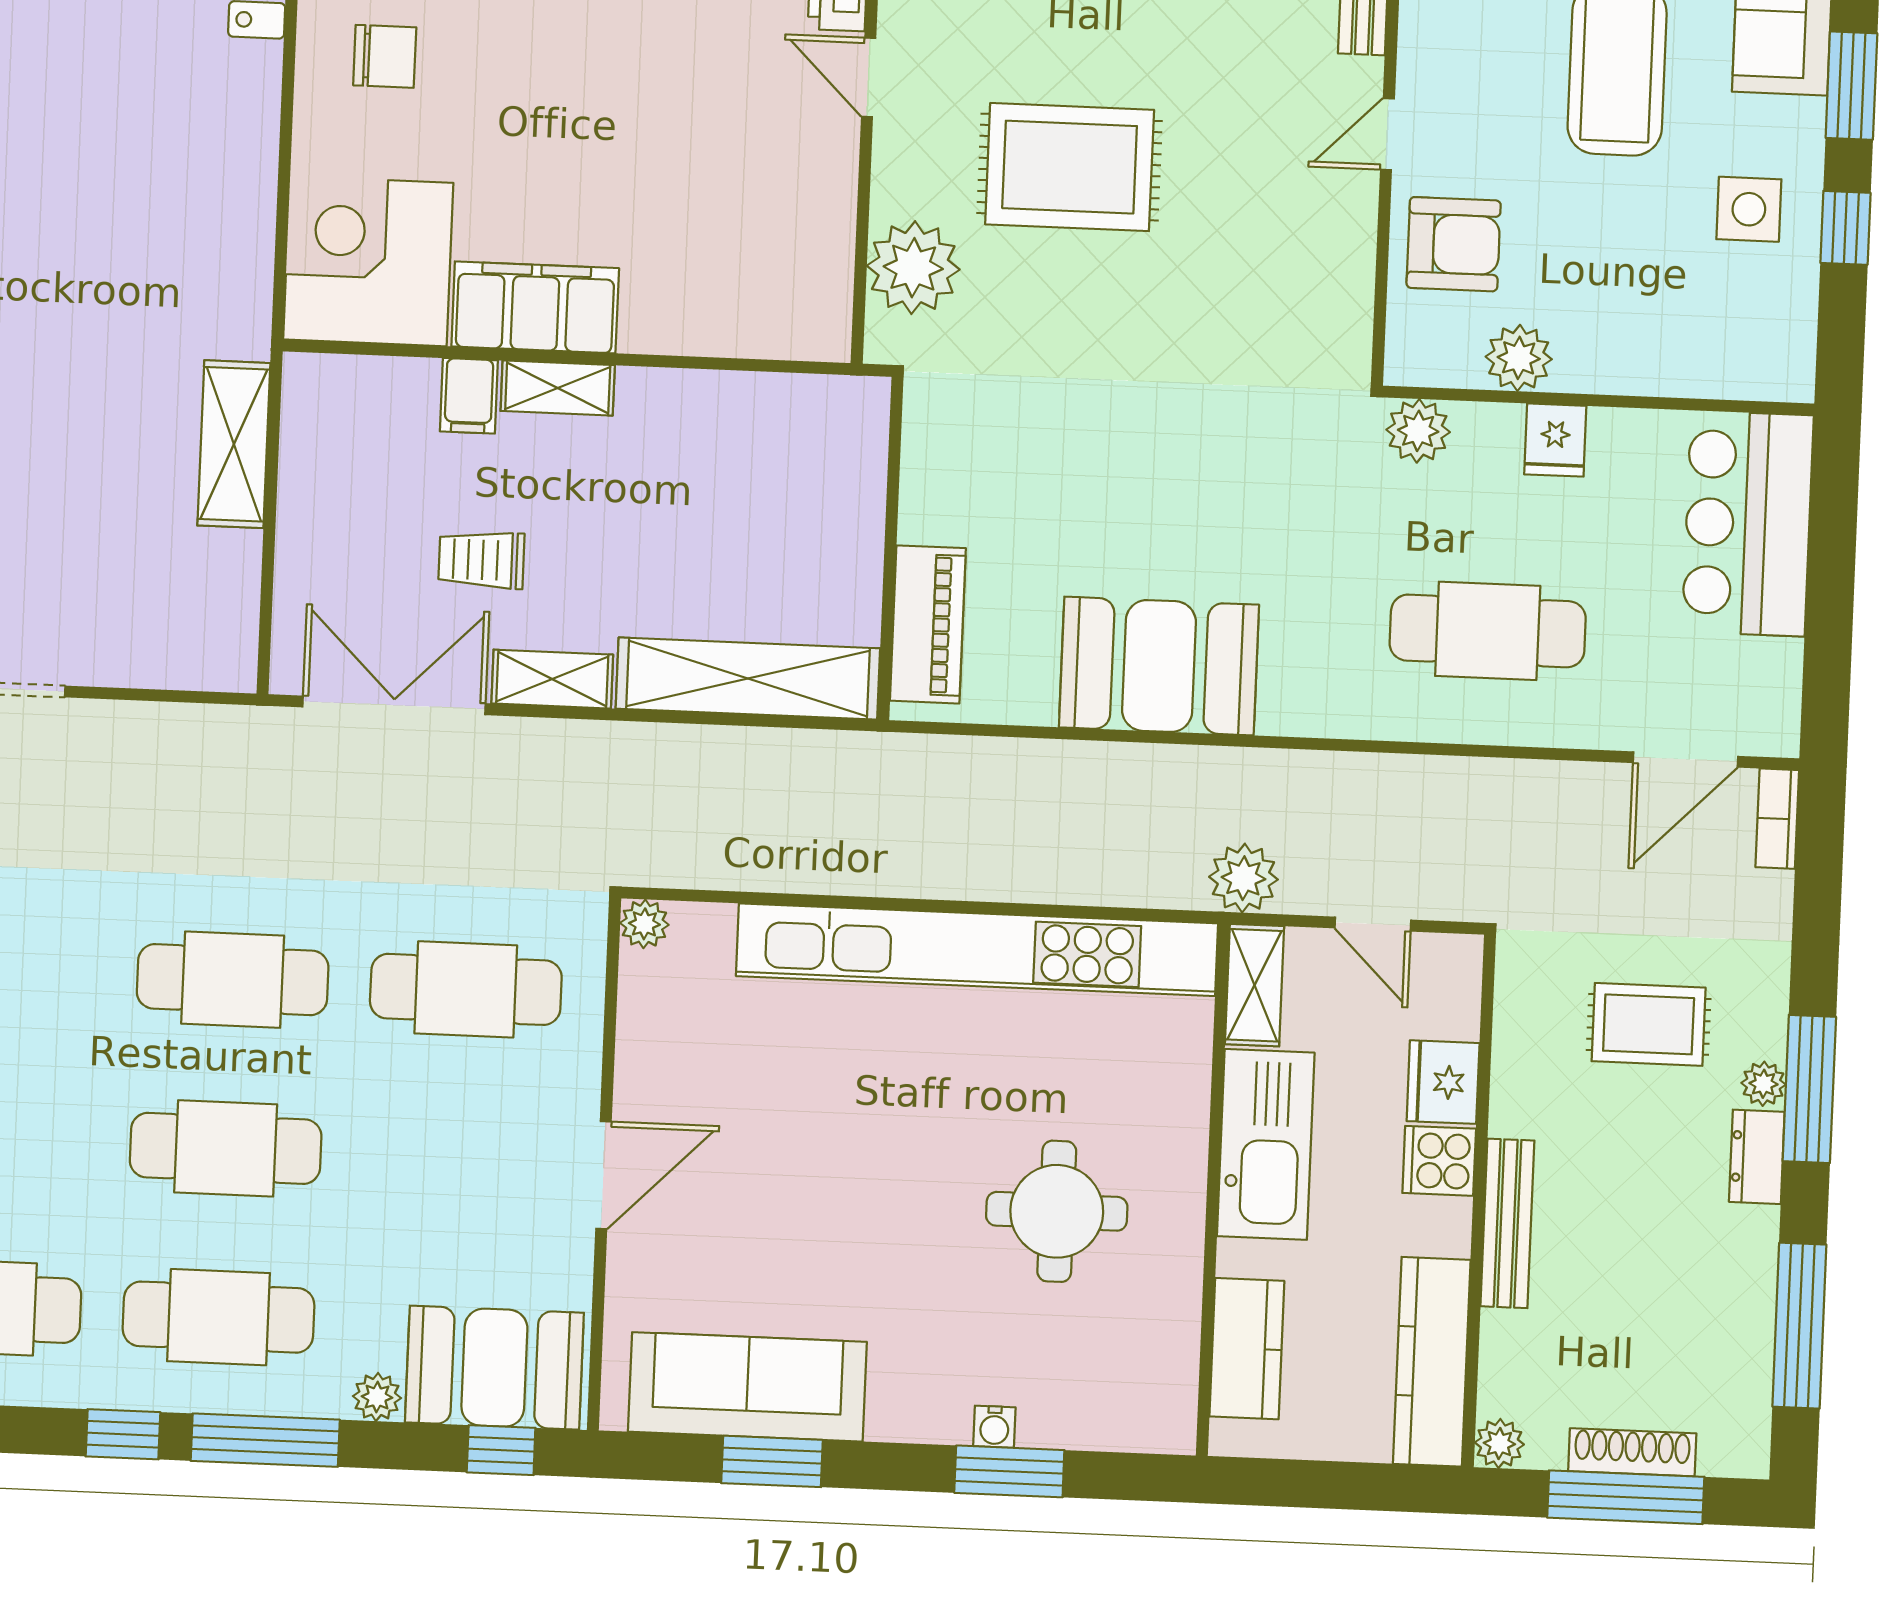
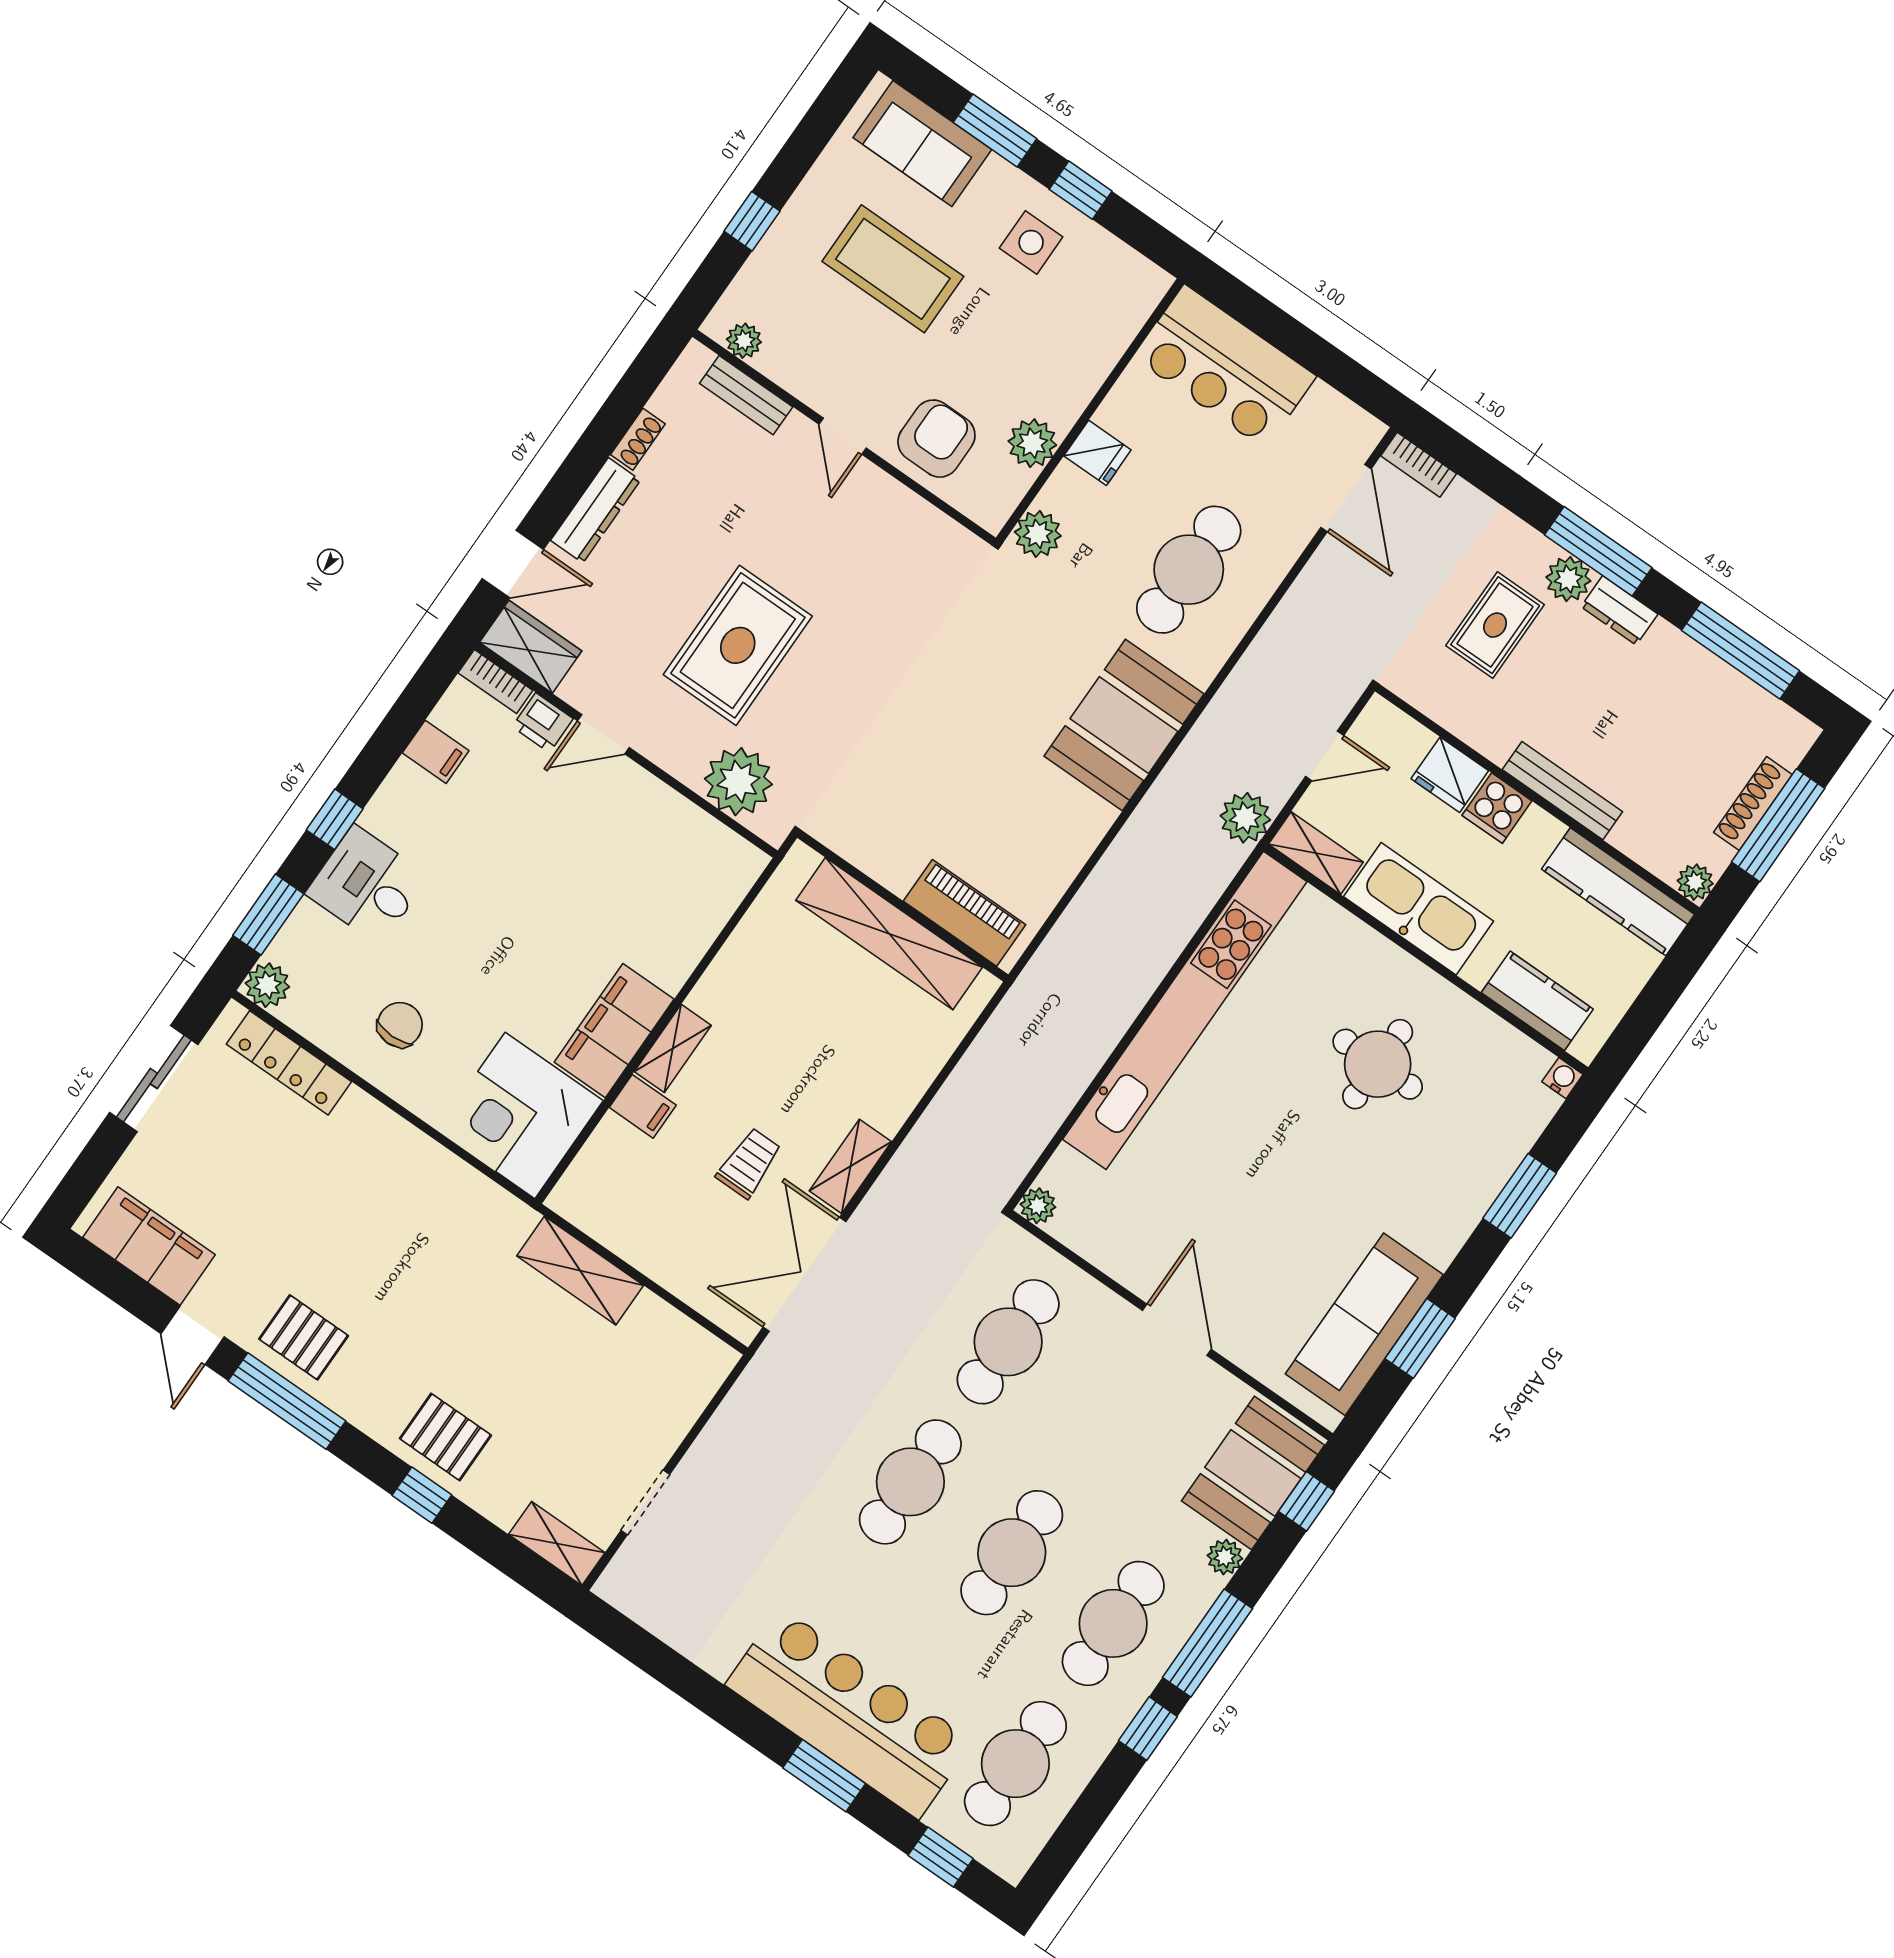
trolley: (481, 560) -> (749, 1163), turned 180
booth: (1159, 666) -> (1124, 725), moved
shelving: (748, 679) -> (889, 934), moved, turned 90
plant: (1763, 1084) -> (1568, 579), width x1.38, depth x1.38
water cooler: (994, 1427) -> (1562, 1078), moved, turned -90

